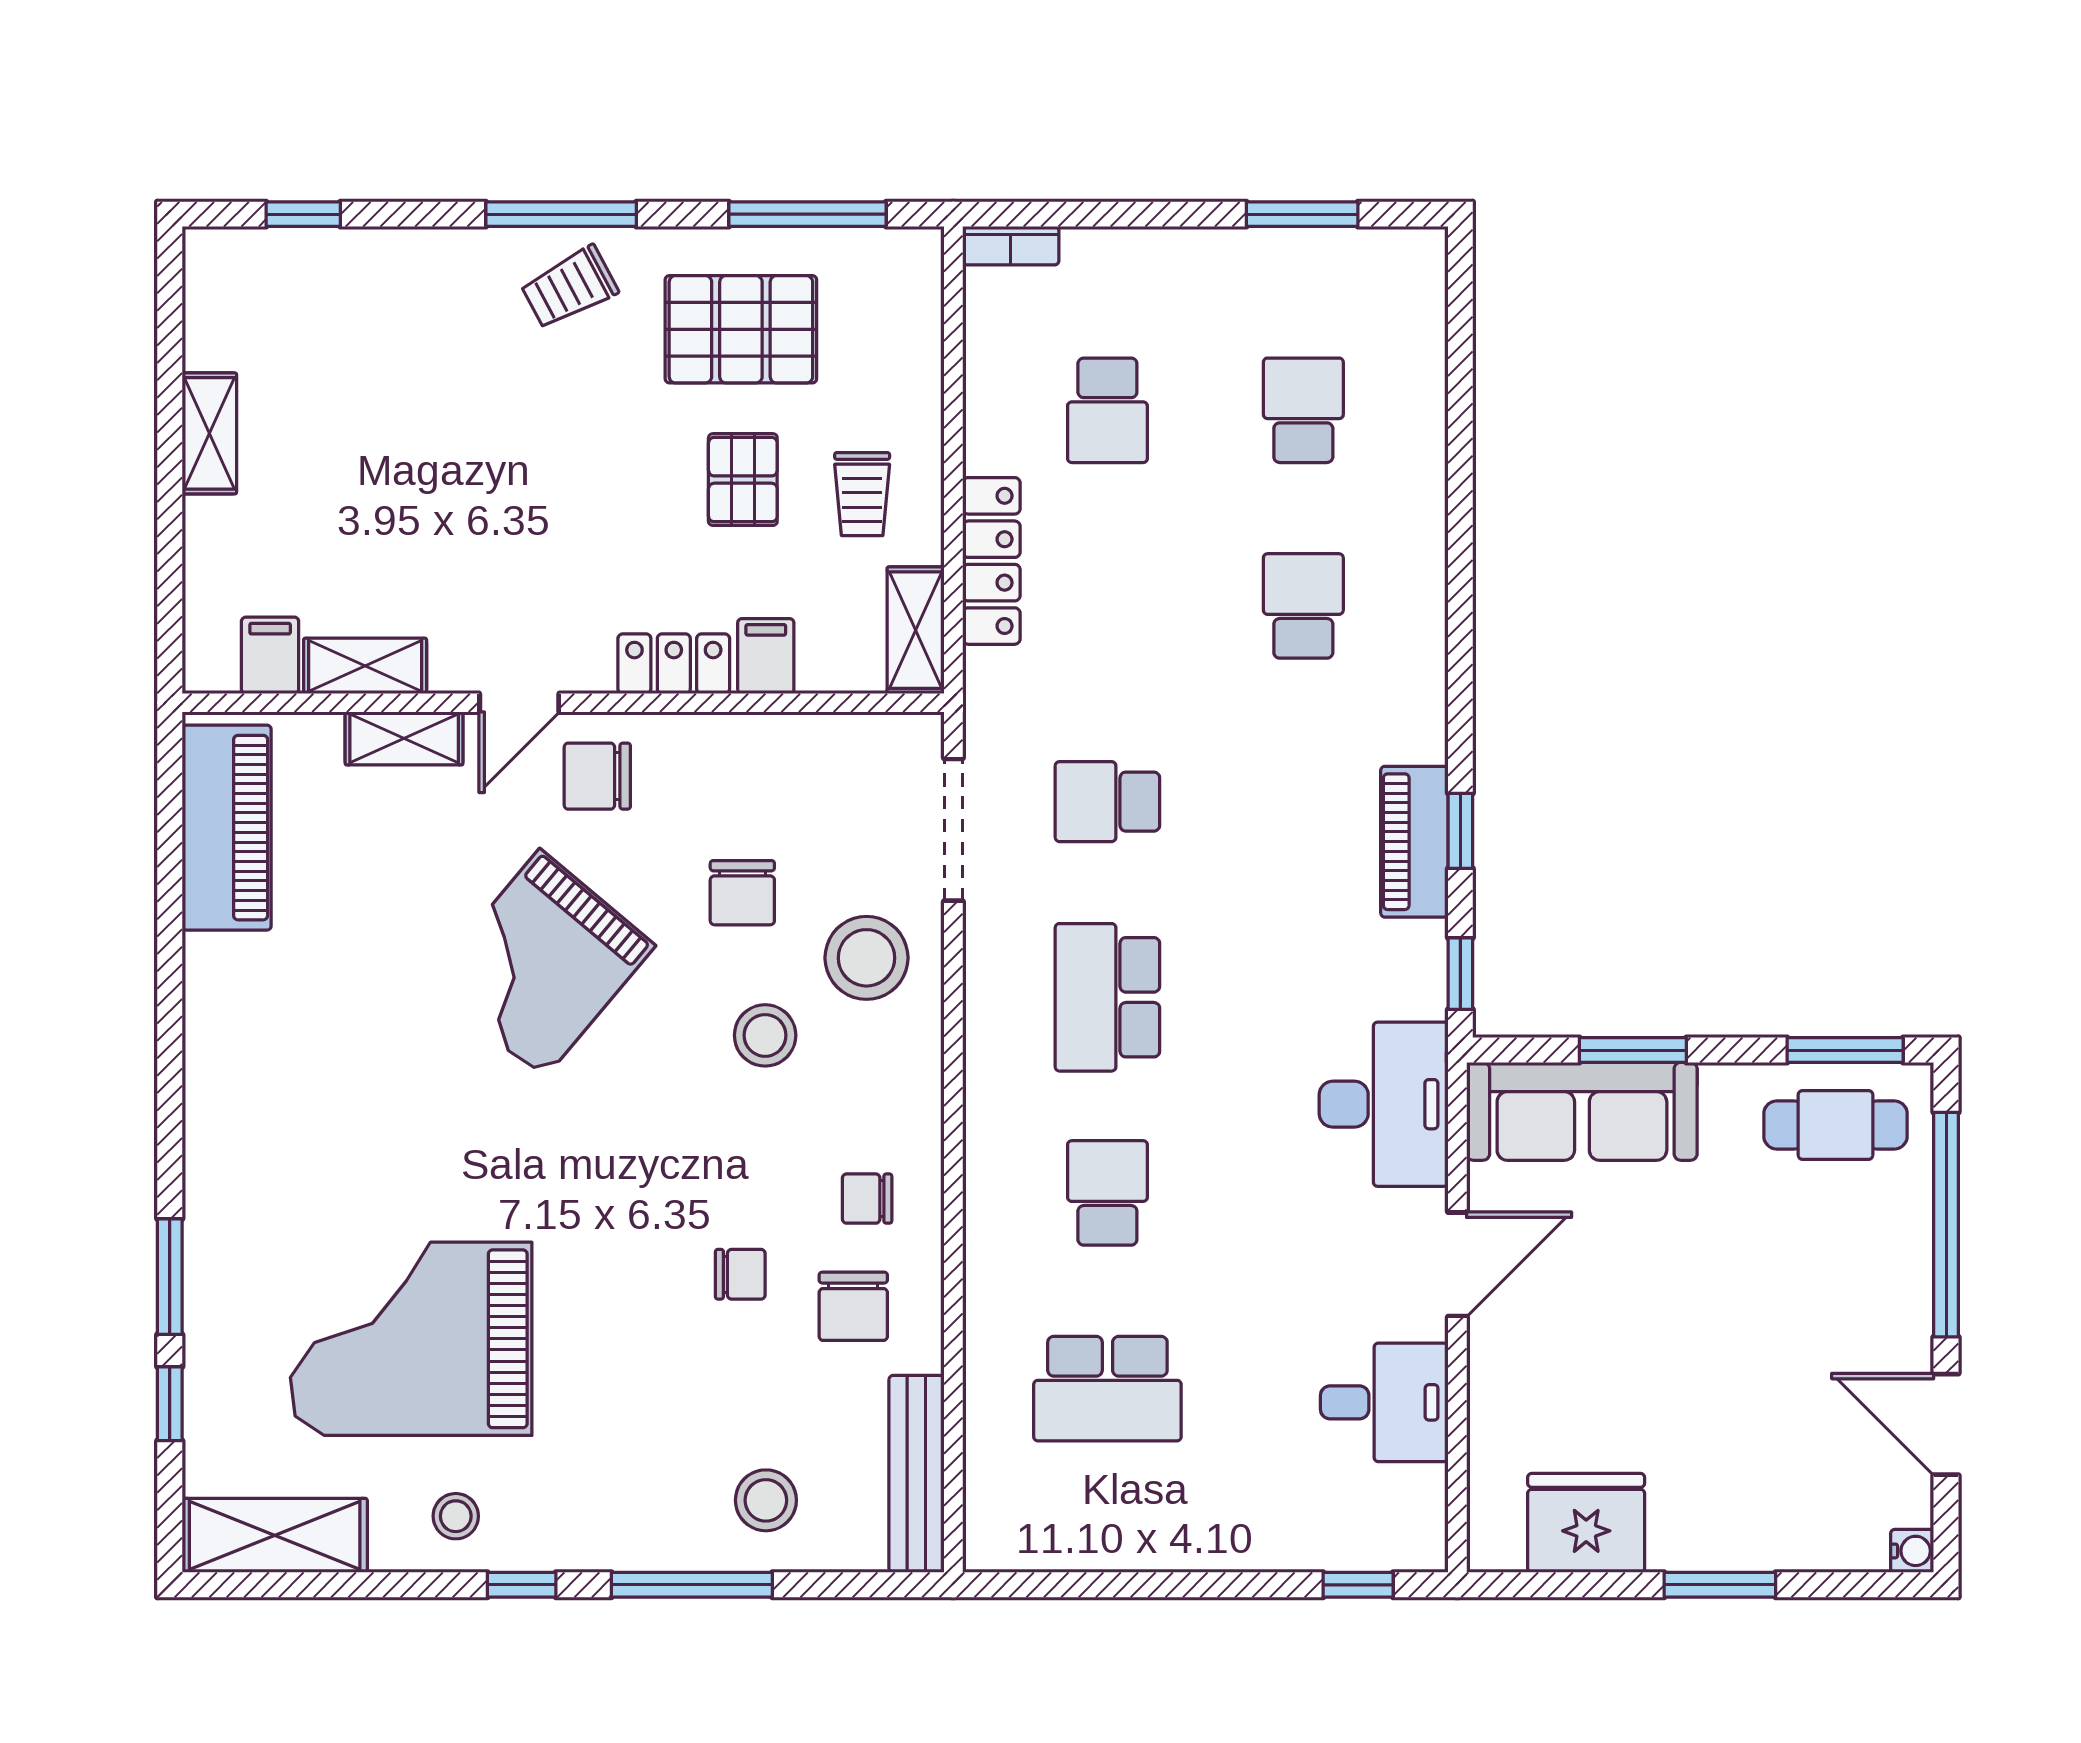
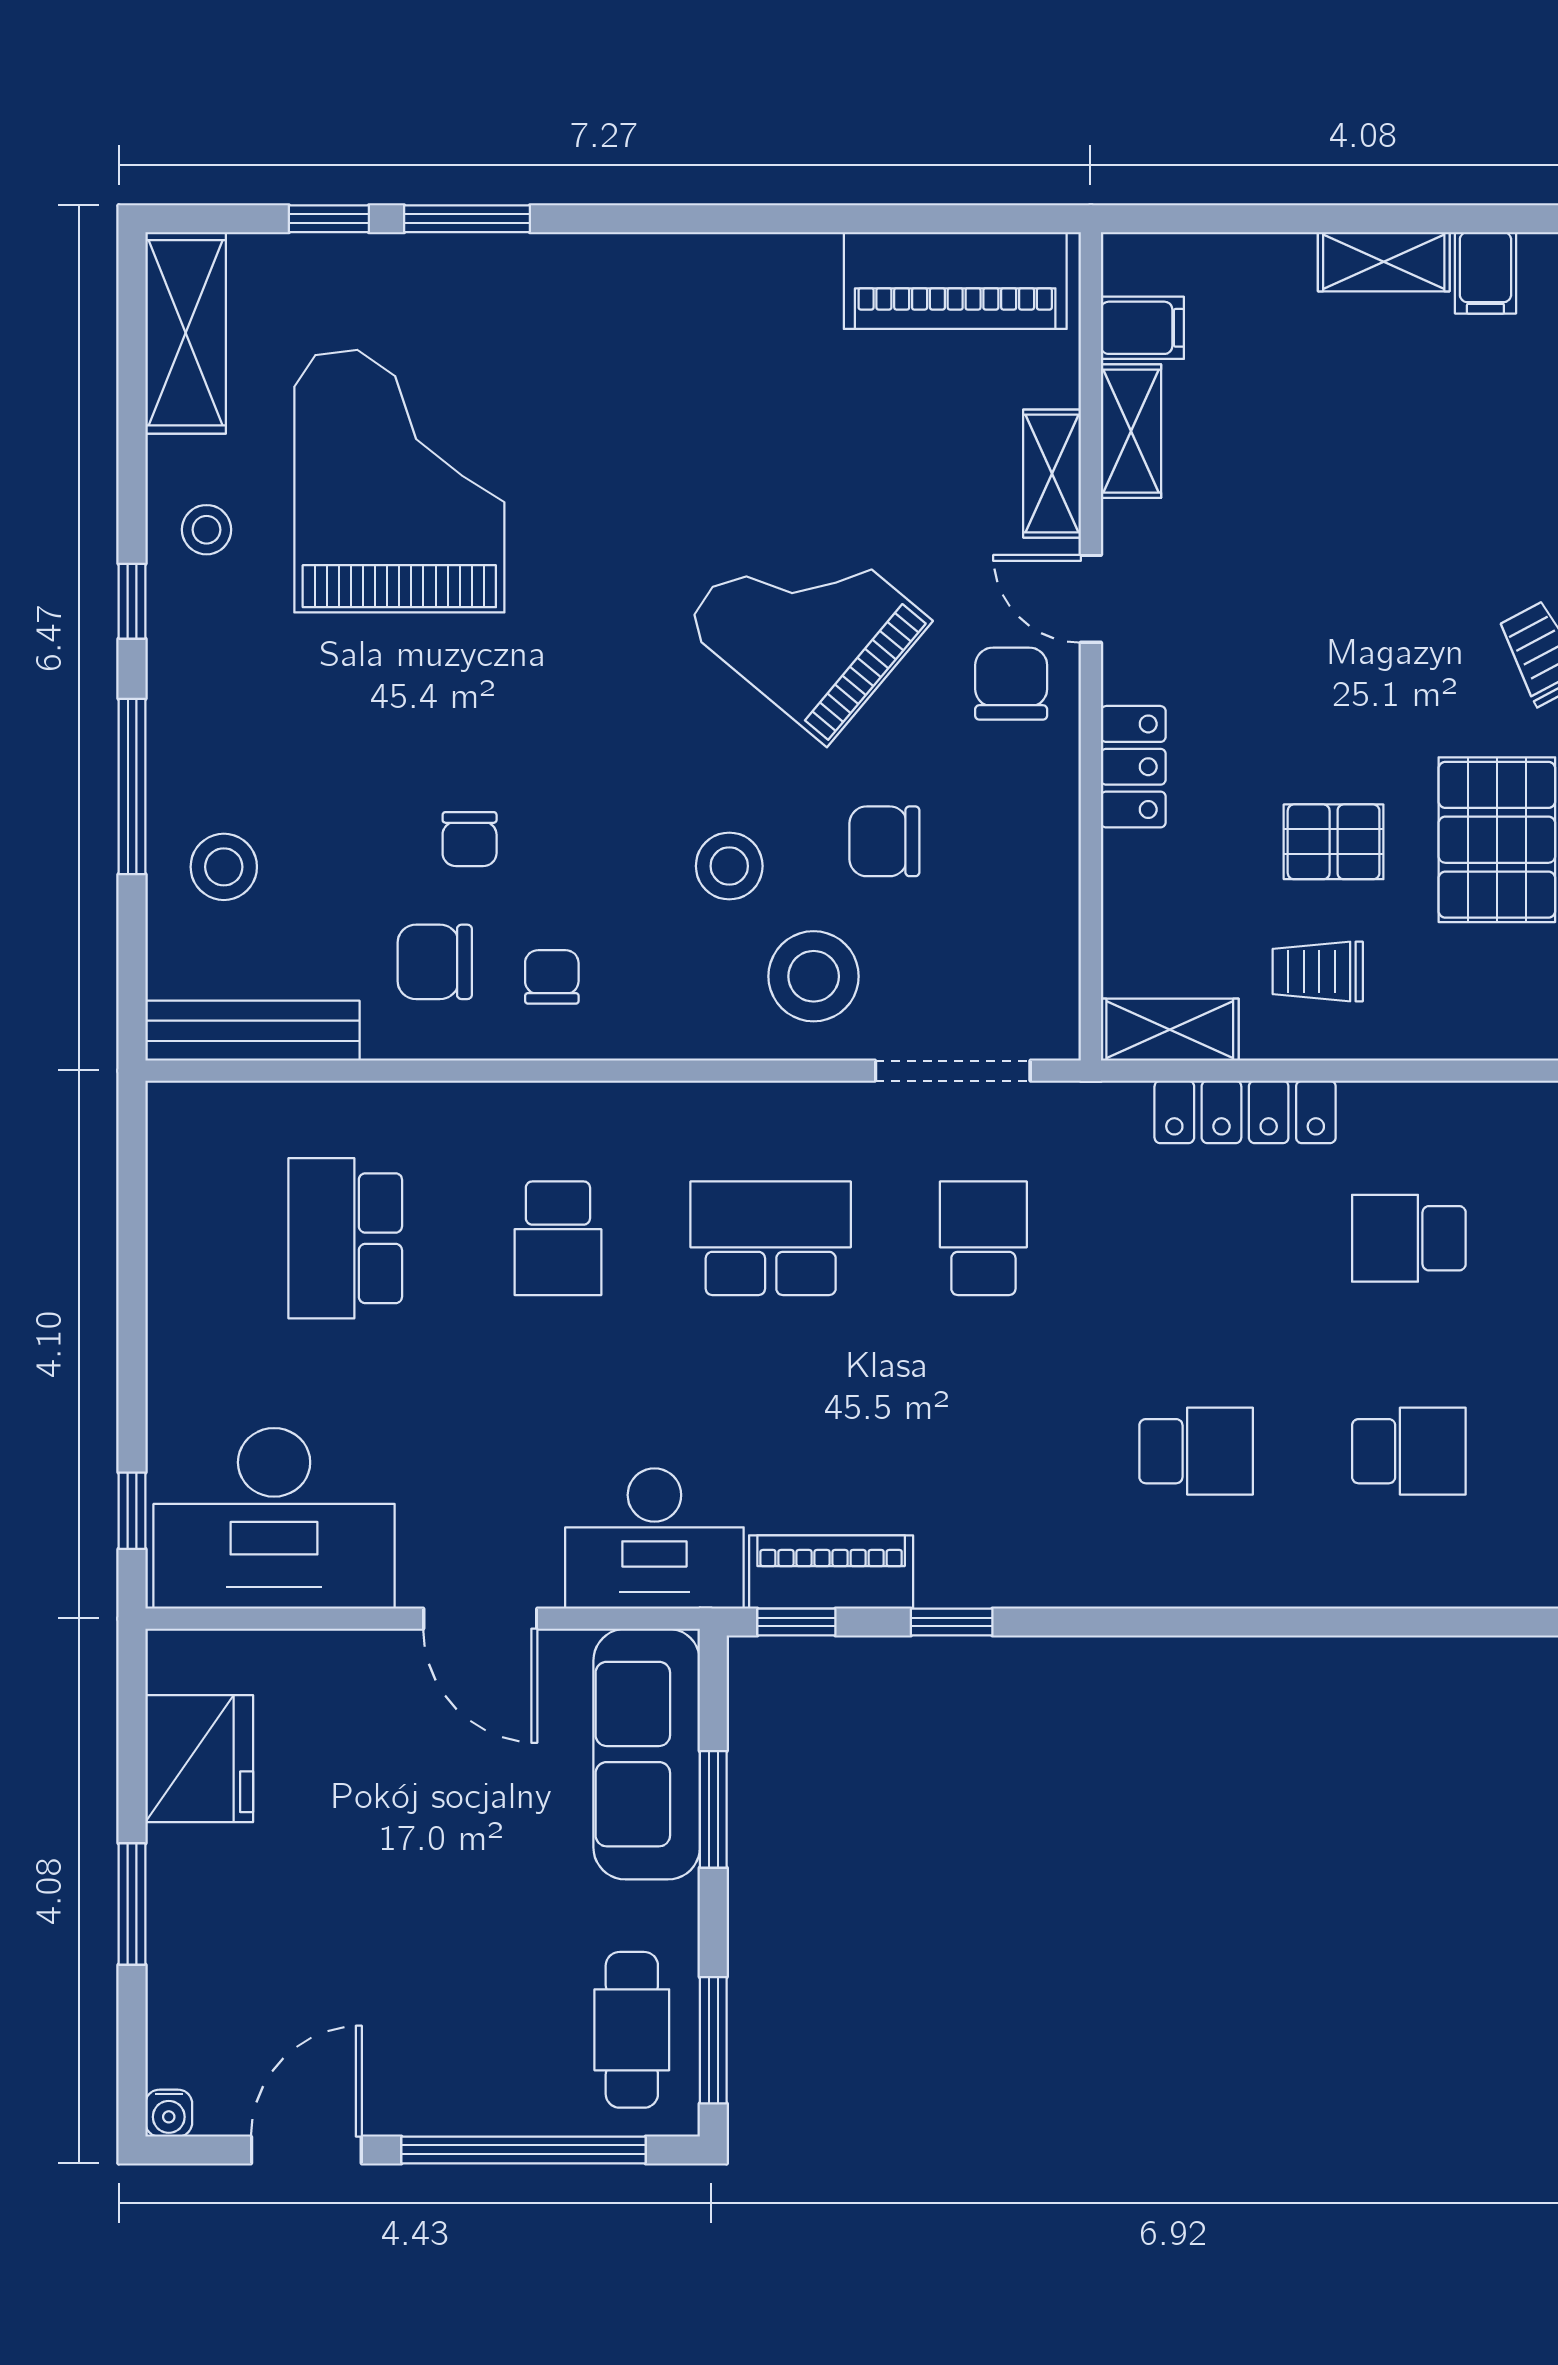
filing cabinet: (766, 656) -> (1485, 273), moved, turned 90
piano: (1414, 842) -> (831, 1572), moved
school desk: (1107, 1193) -> (558, 1238), turned 90
desk: (1384, 1402) -> (274, 1518), width x1.87, depth x1.30

